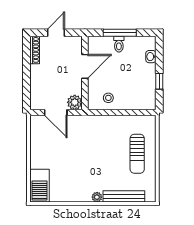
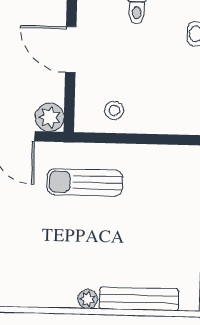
door: (85, 66) -> (71, 49), swing flipped
sun lounger: (137, 154) -> (85, 182), moved, turned 90

